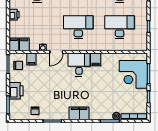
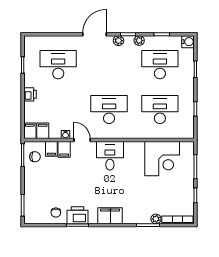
door: (56, 52) -> (82, 140), swing flipped
filing cabinet: (96, 59) -> (64, 149), moved
corner desk: (133, 74) -> (162, 159), moved, turned -90
printer: (16, 91) -> (78, 215), moved, turned -90

